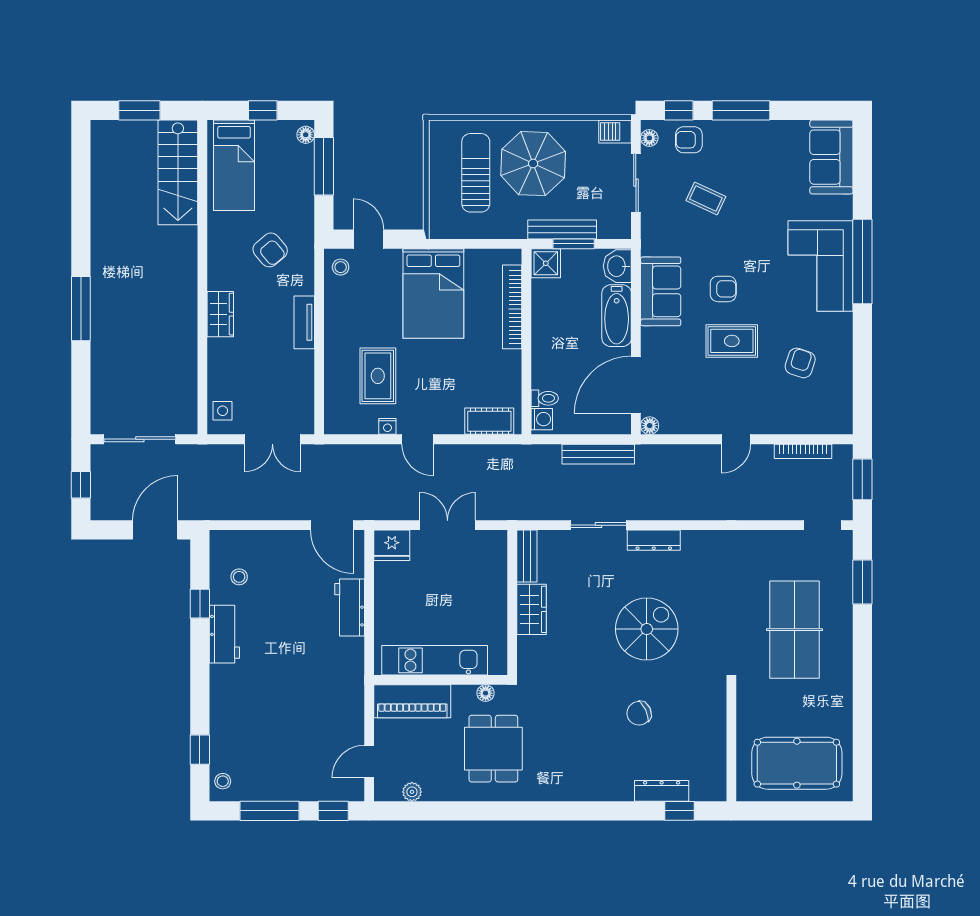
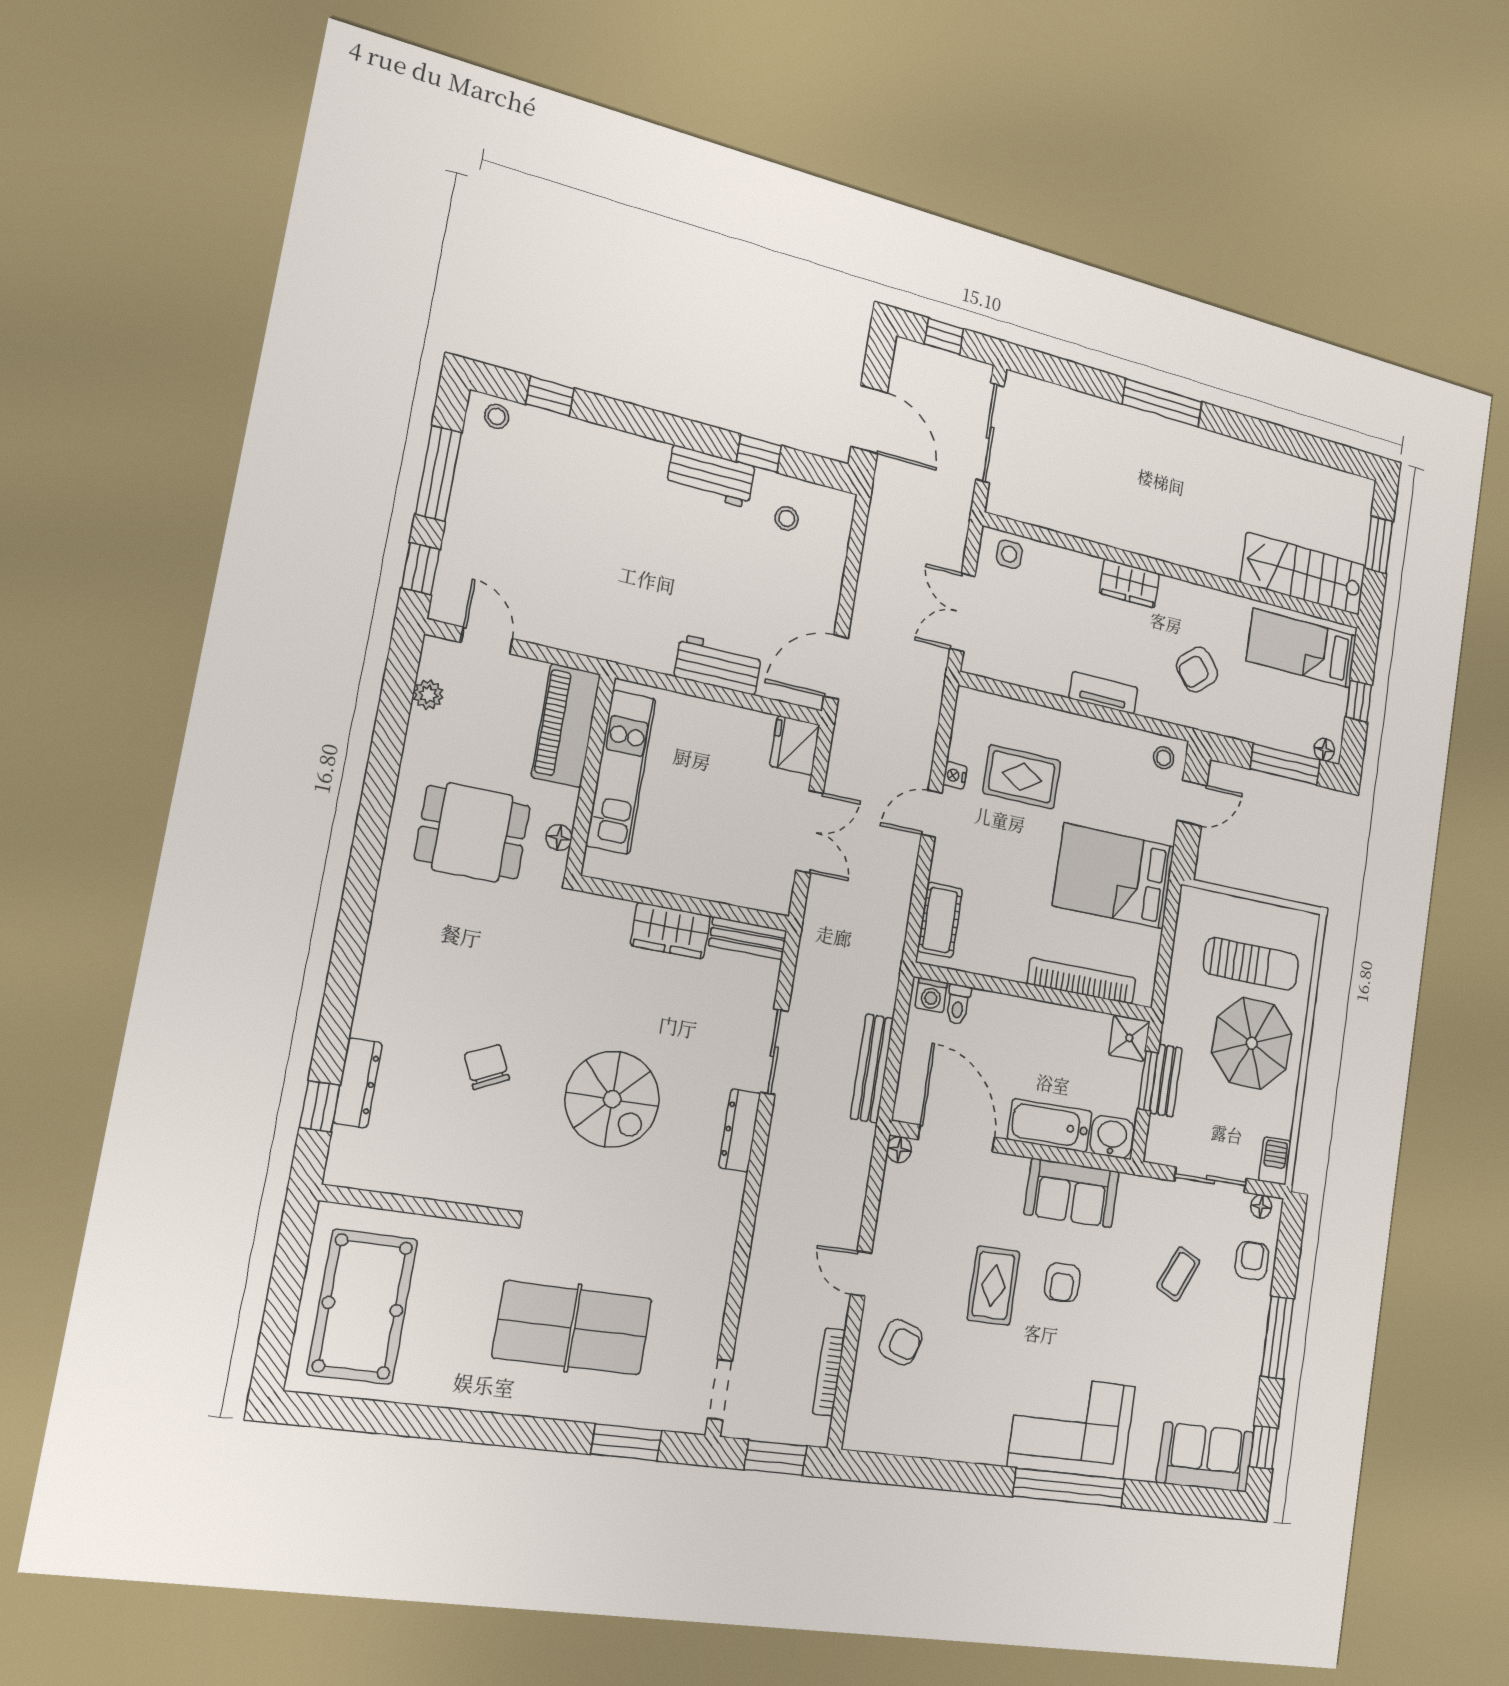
window: (679, 110) -> (1263, 1447), moved
bench: (562, 230) -> (1166, 1081), width x0.73
armchair: (800, 363) -> (901, 1342), moved

